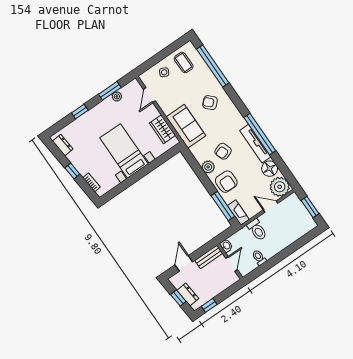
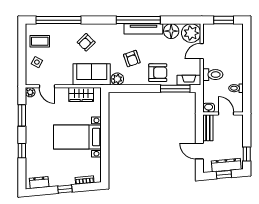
plant: (117, 96) -> (30, 92), moved
plant: (208, 167) -> (117, 79), moved
dresser: (188, 294) -> (226, 165), width x1.44

